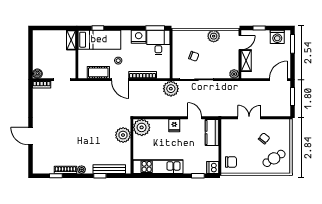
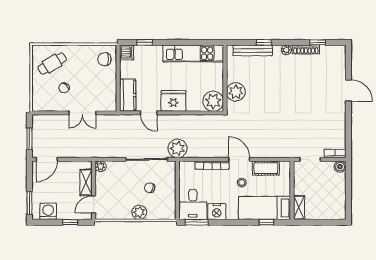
plant: (214, 36) -> (139, 212), moved
fridge: (174, 125) -> (173, 101), width x1.88, depth x1.34

